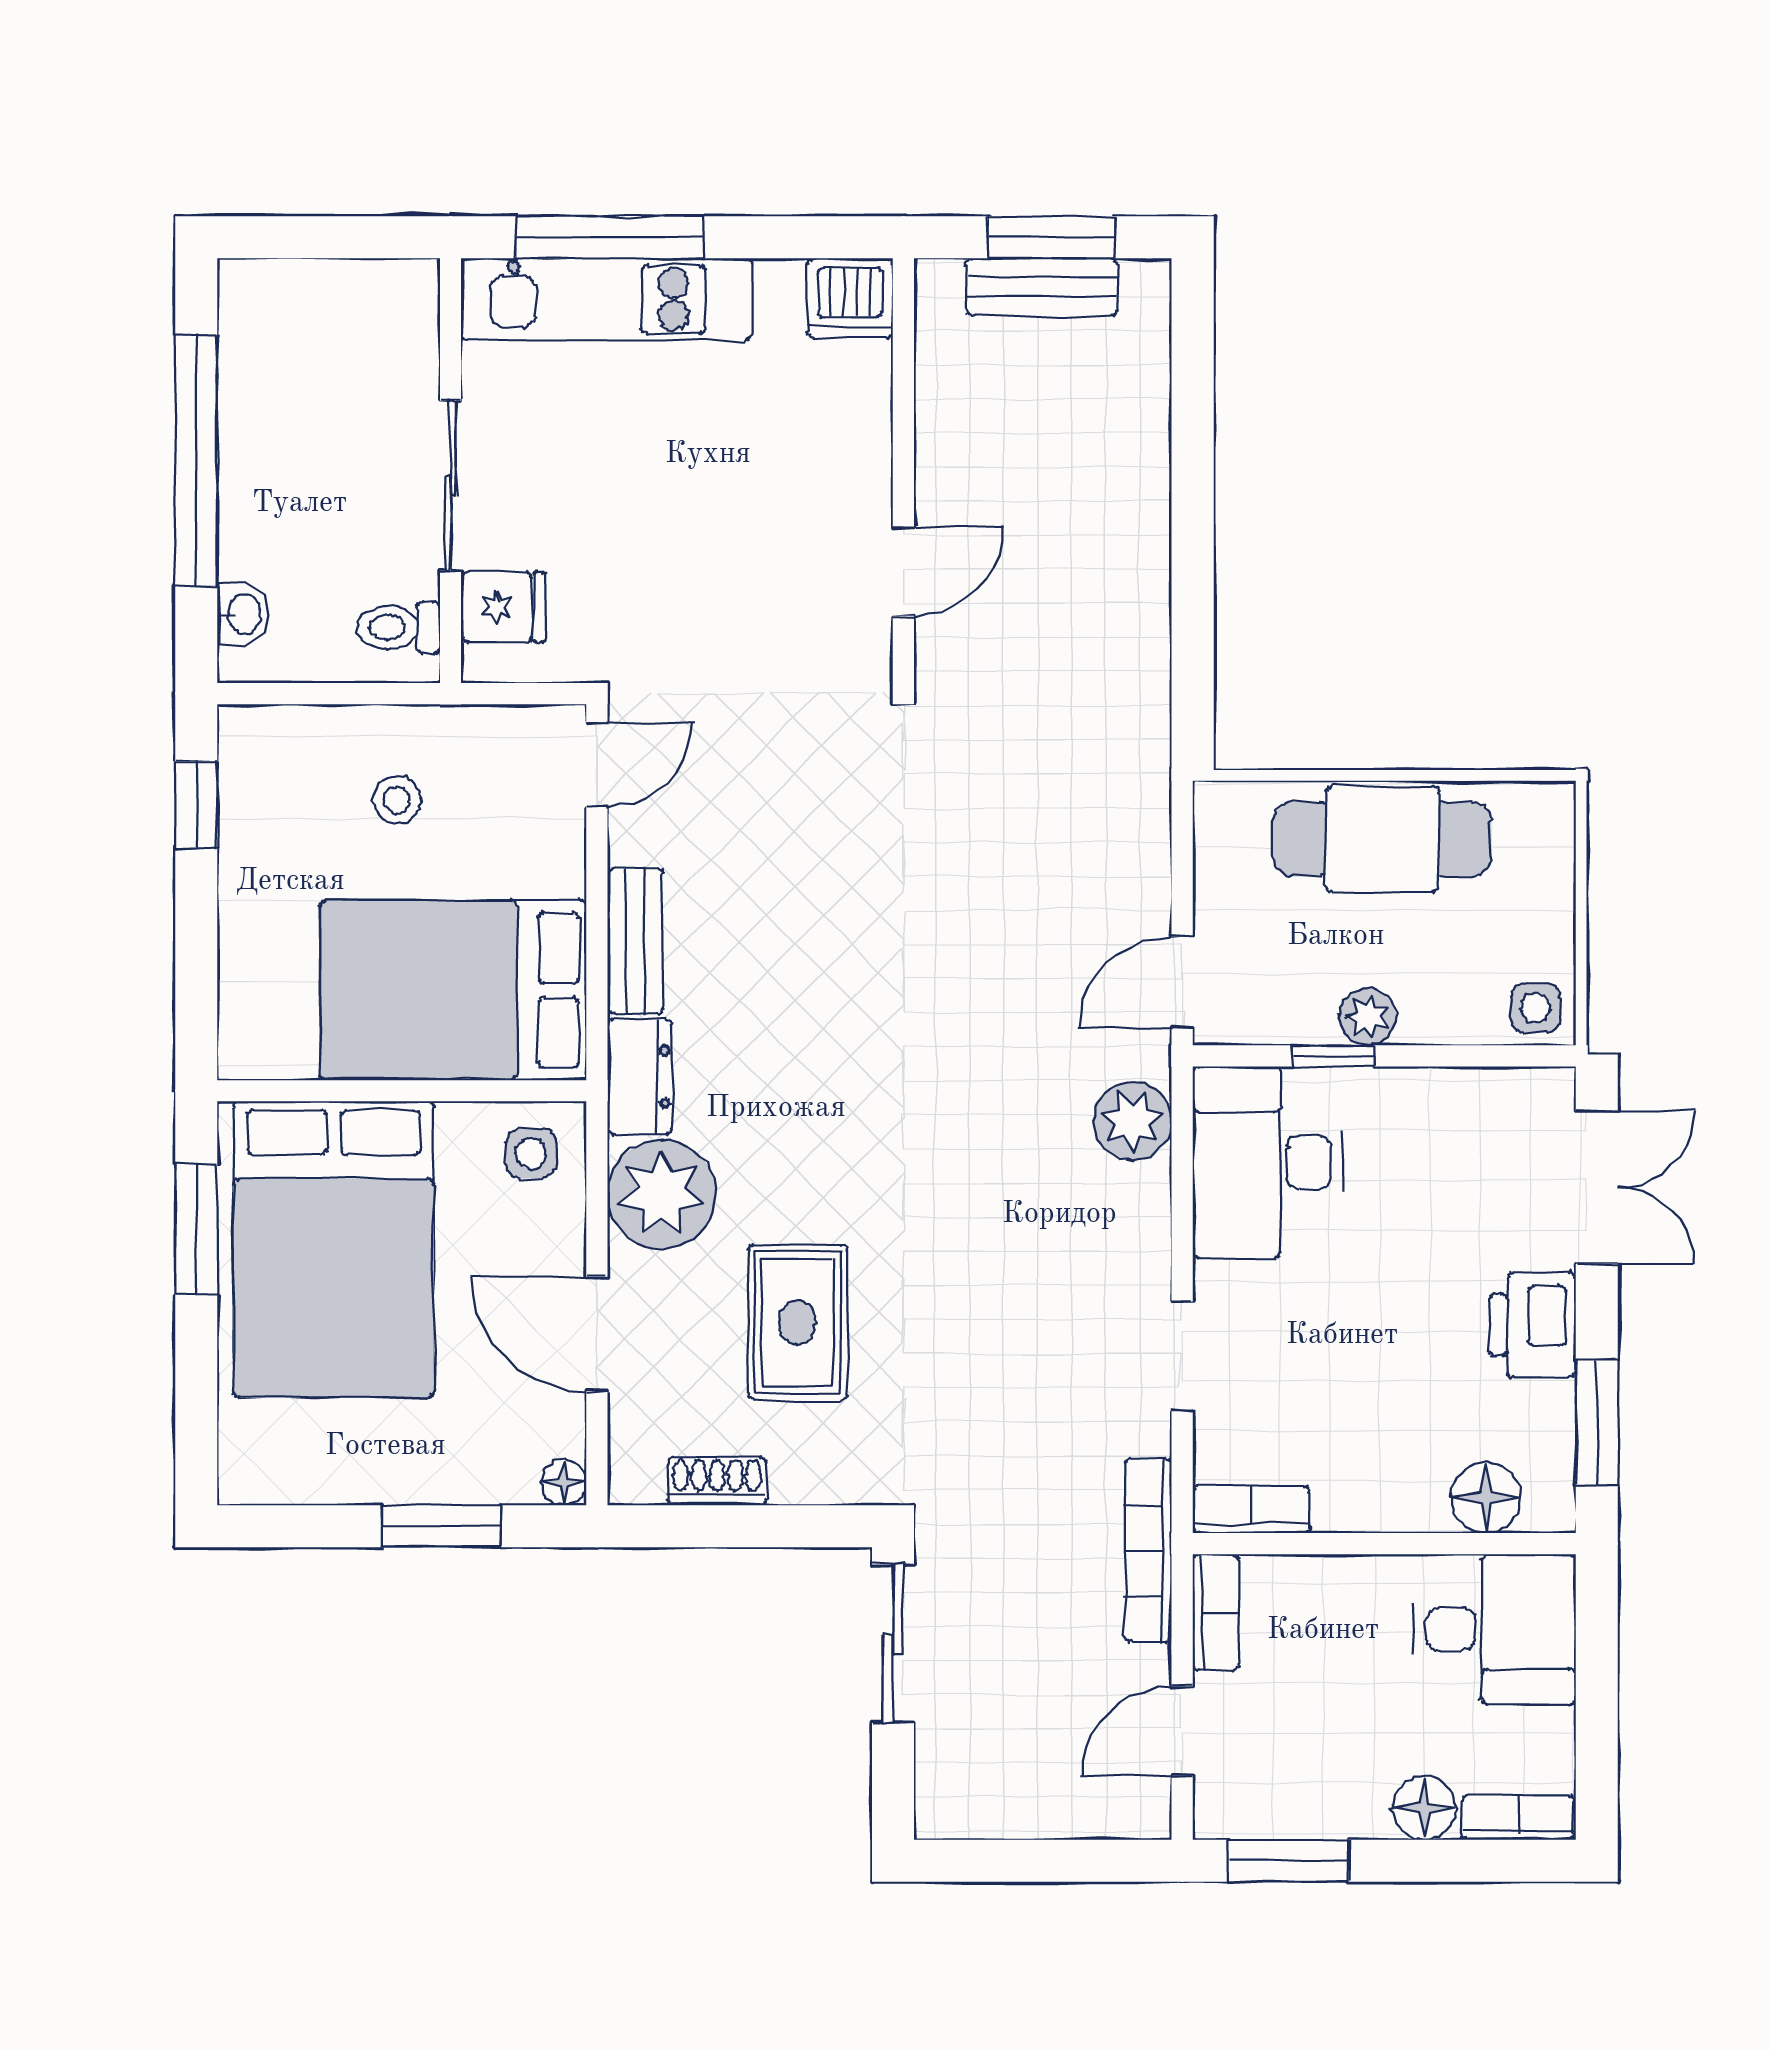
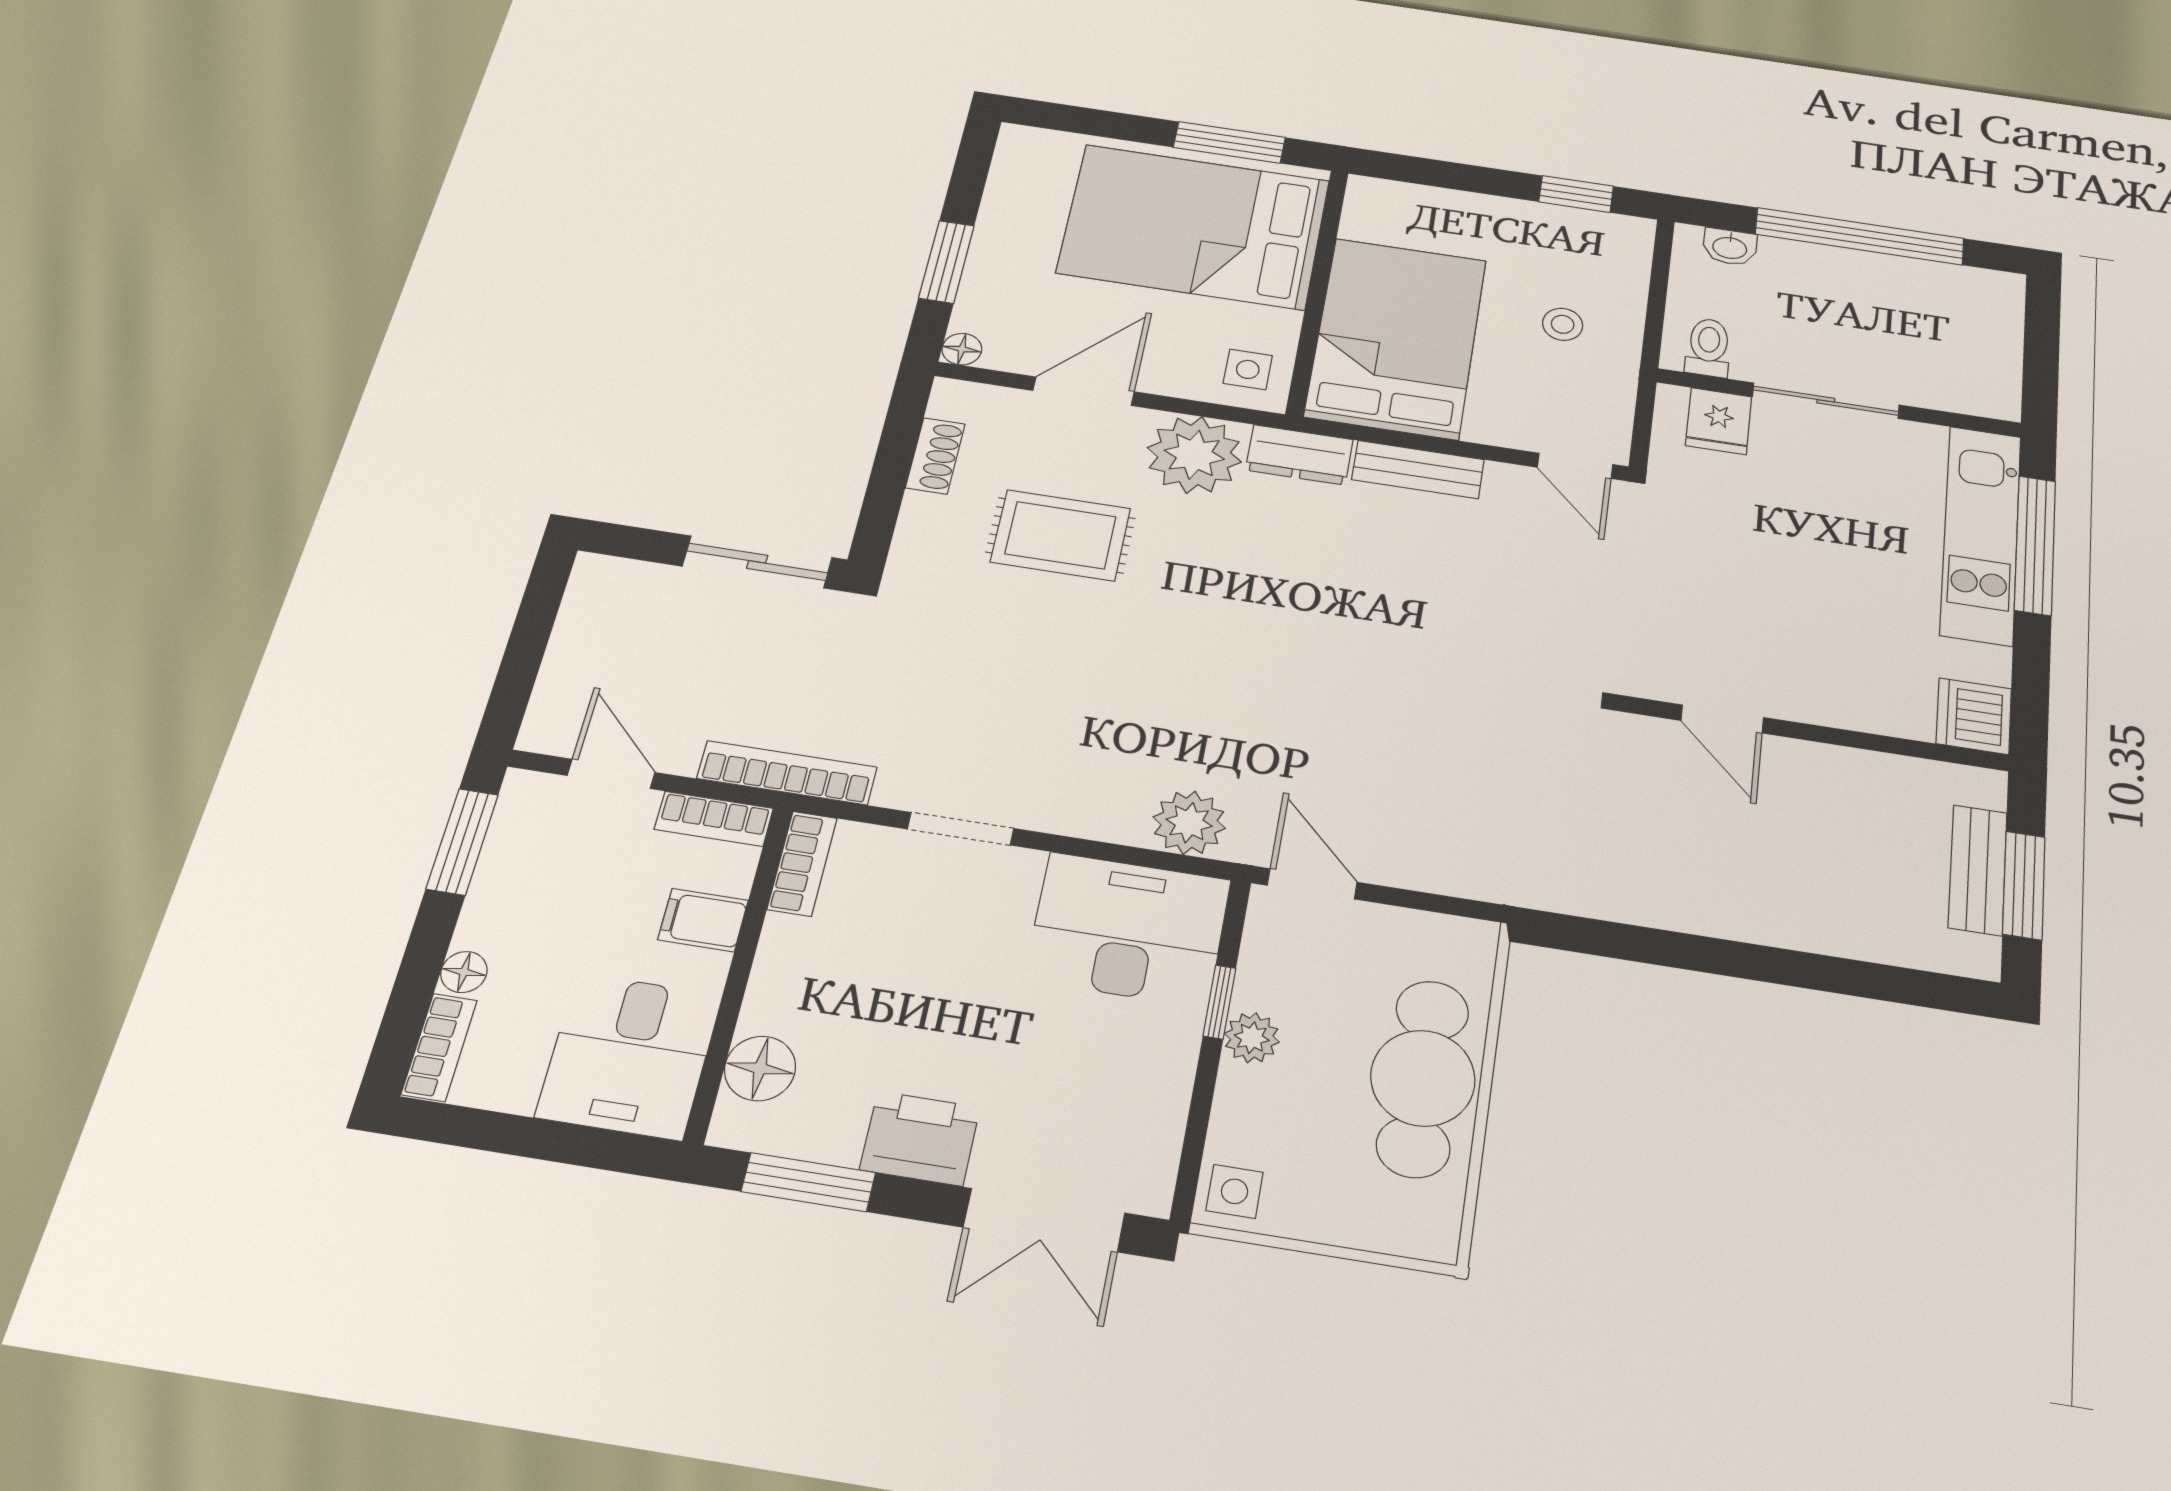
filing cabinet: (1334, 1594) -> (703, 920), added
floor lamp: (1424, 1808) -> (464, 972), width x0.73, depth x0.73

